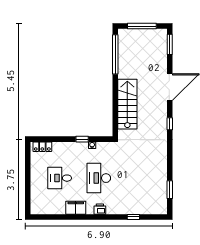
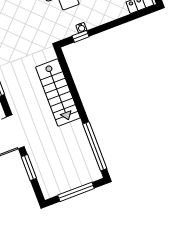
window: (170, 44) -> (29, 168), moved
window: (82, 139) -> (81, 36), moved

